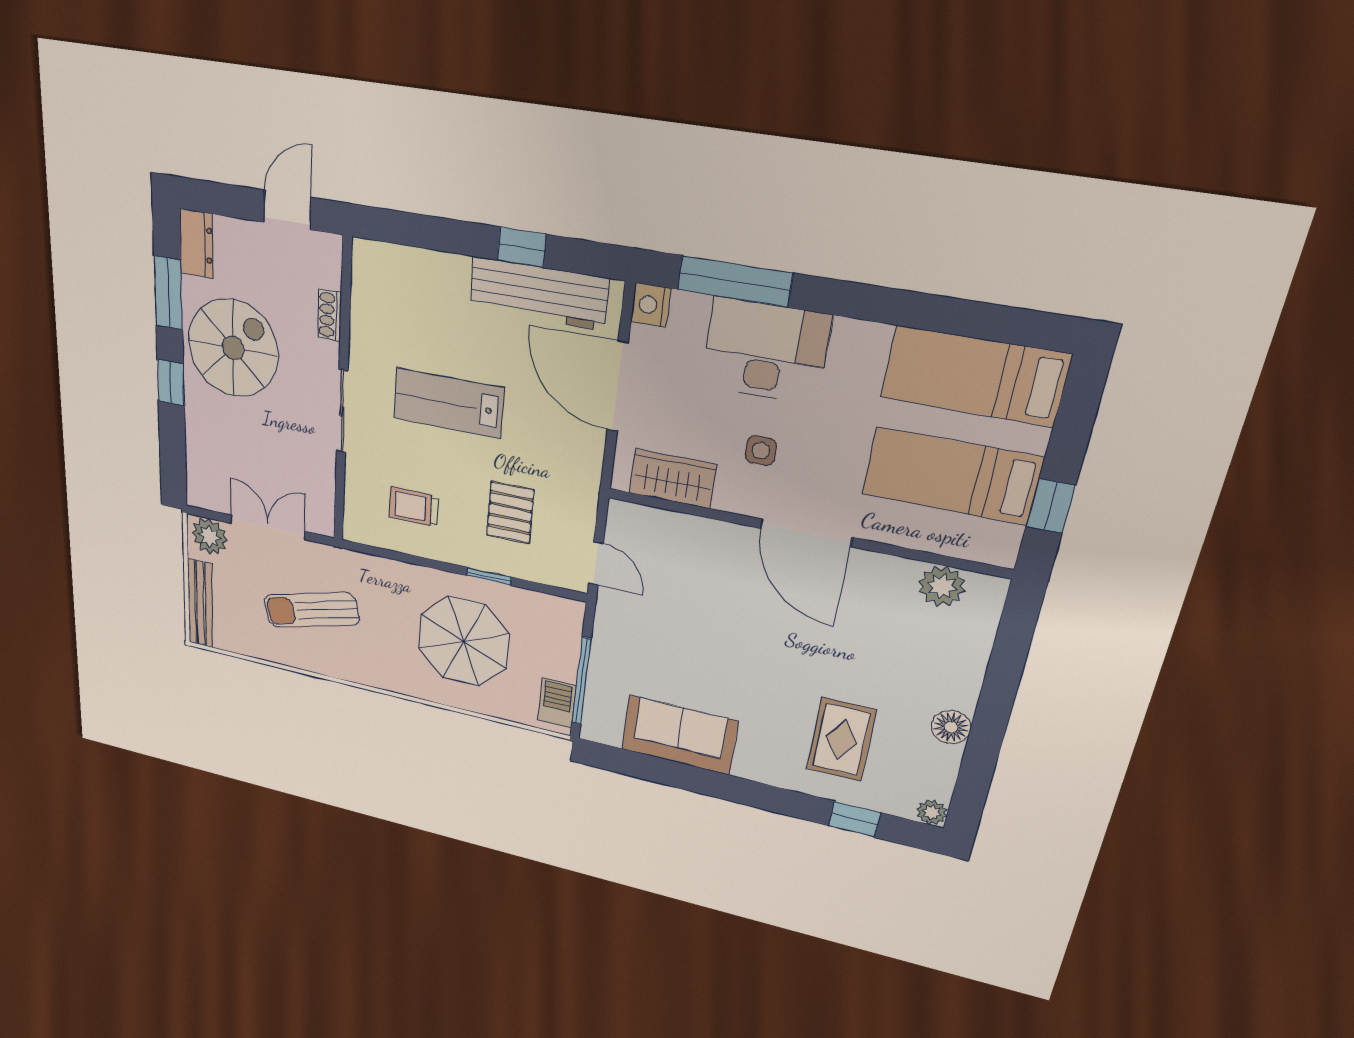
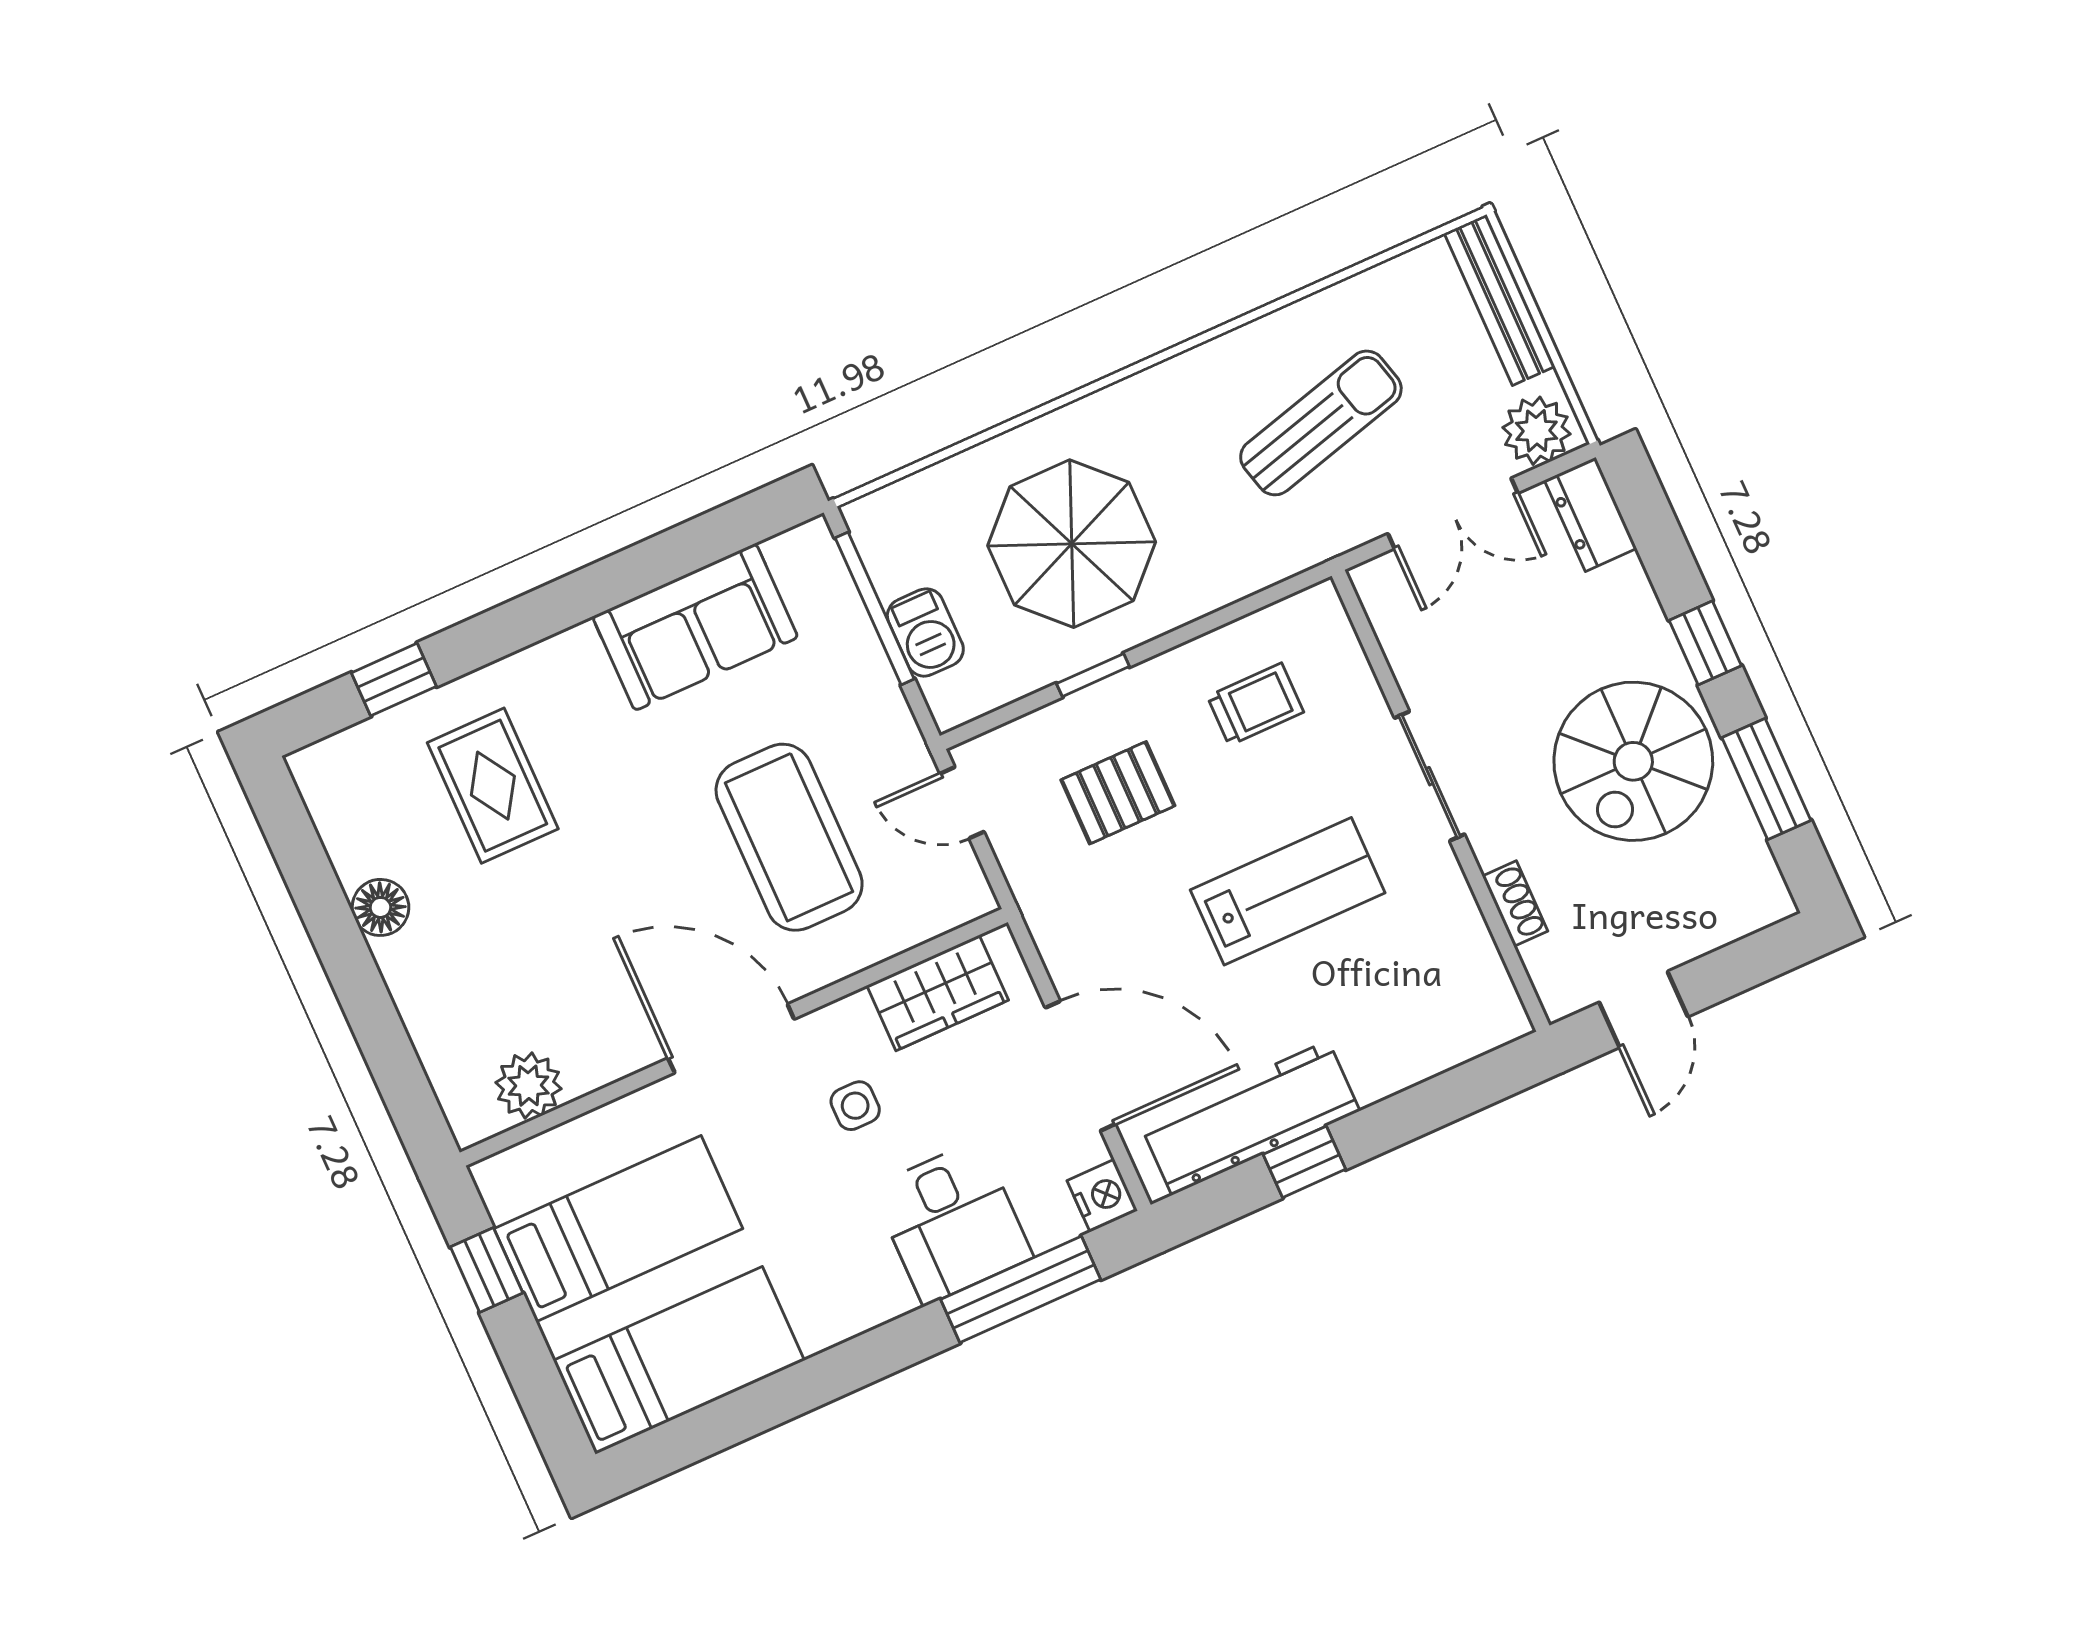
dresser: (197, 244) -> (1591, 514), moved
desk: (765, 351) -> (952, 1222), width x0.73
pallet: (510, 513) -> (1118, 793), turned 90
coffee table: (700, 609) -> (789, 837), added
barbecue: (557, 703) -> (925, 632), moved
plant: (932, 812) -> (312, 768), removed

